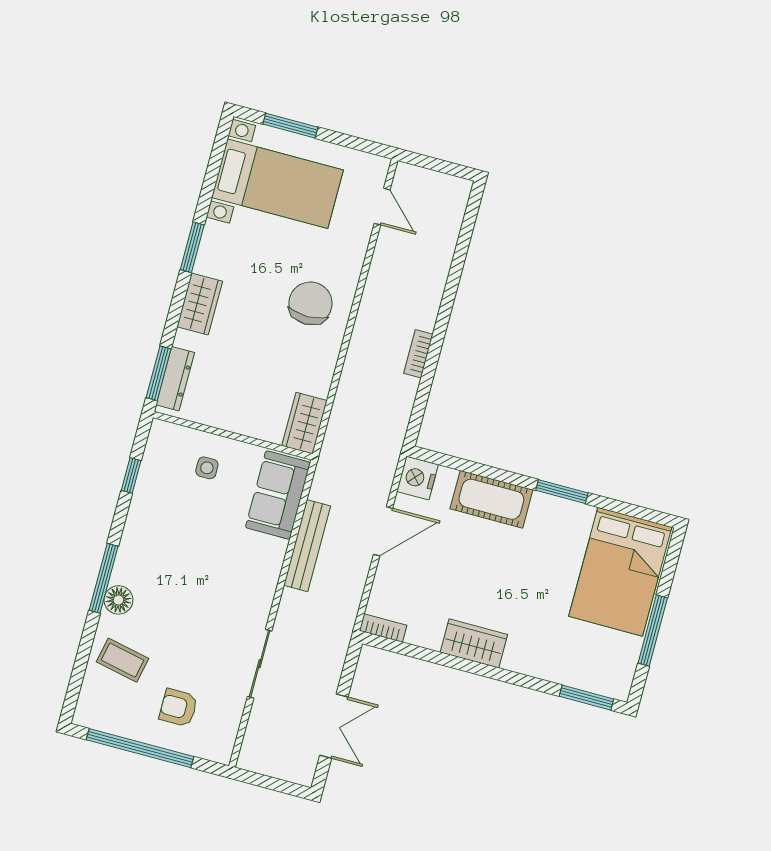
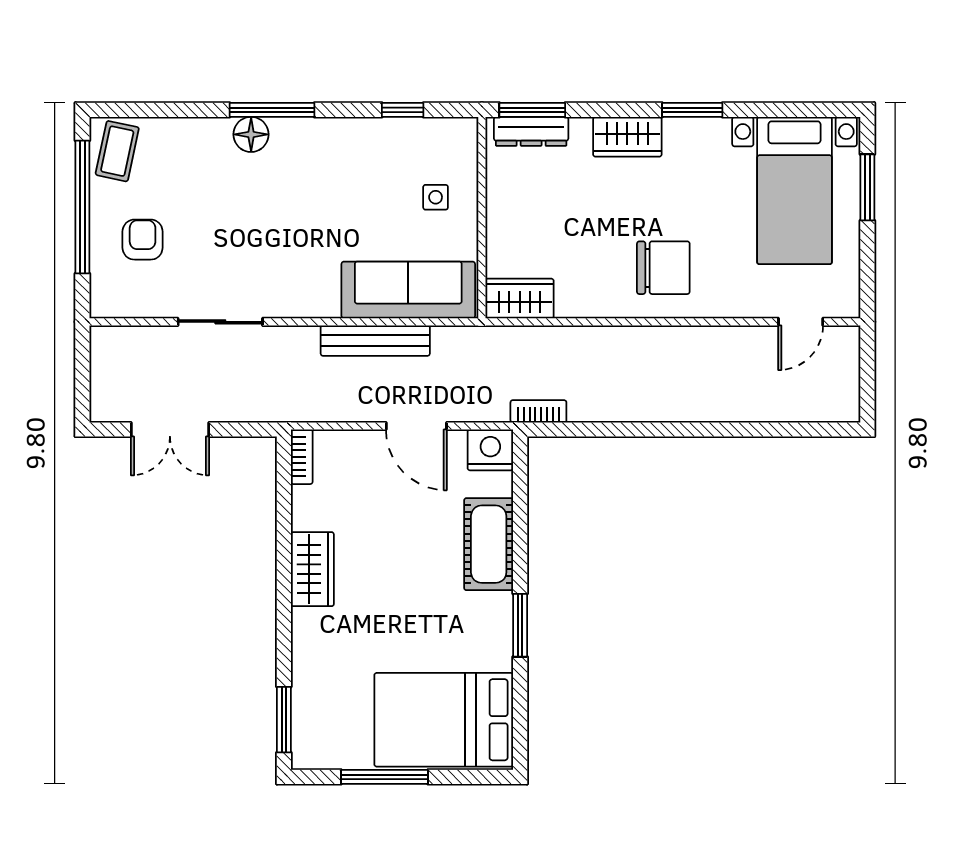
bookcase: (418, 354) -> (538, 411), moved
sofa: (278, 495) -> (408, 290), width x1.36
coffee table: (122, 660) -> (117, 151), moved

